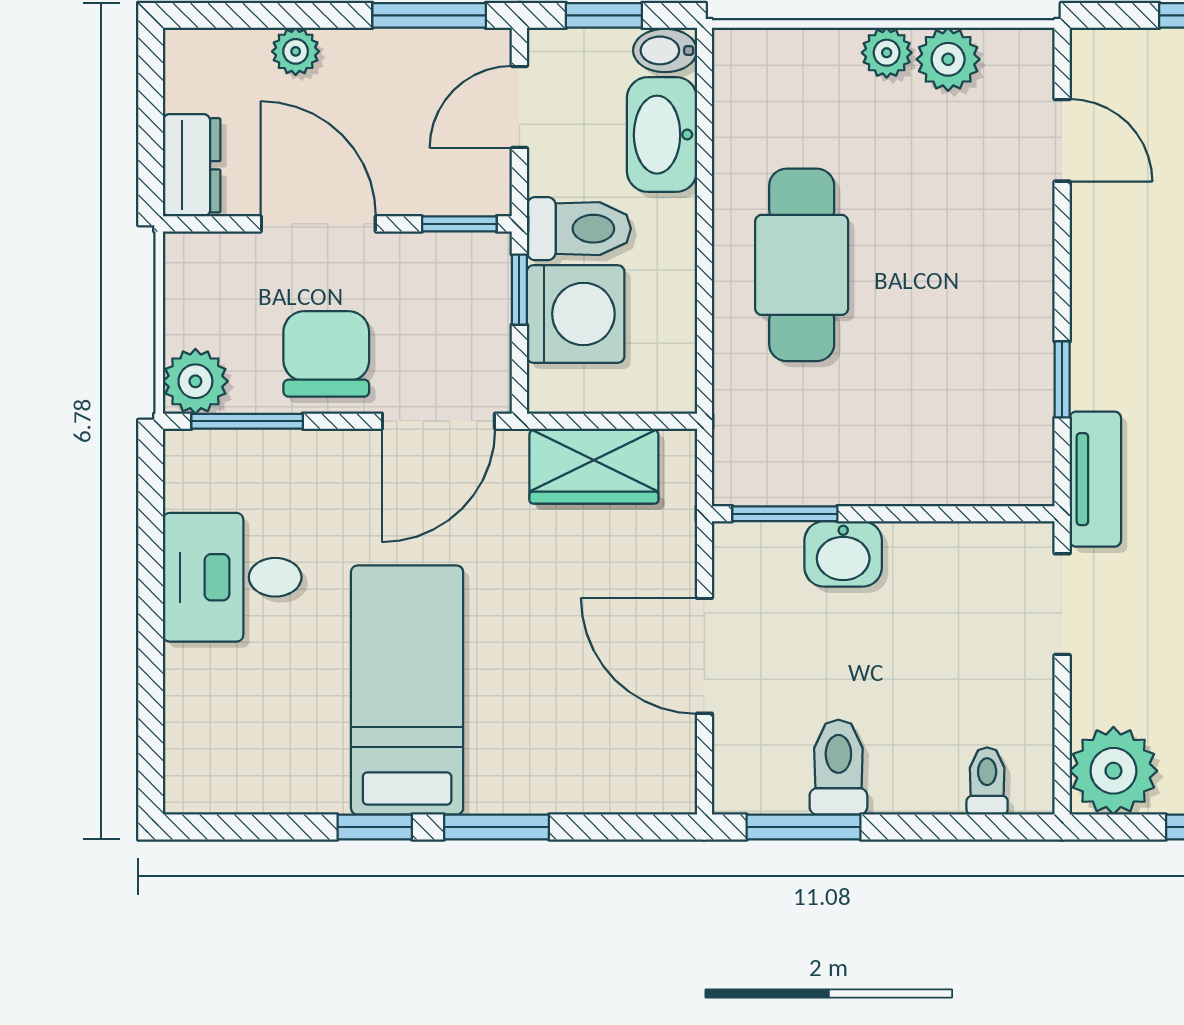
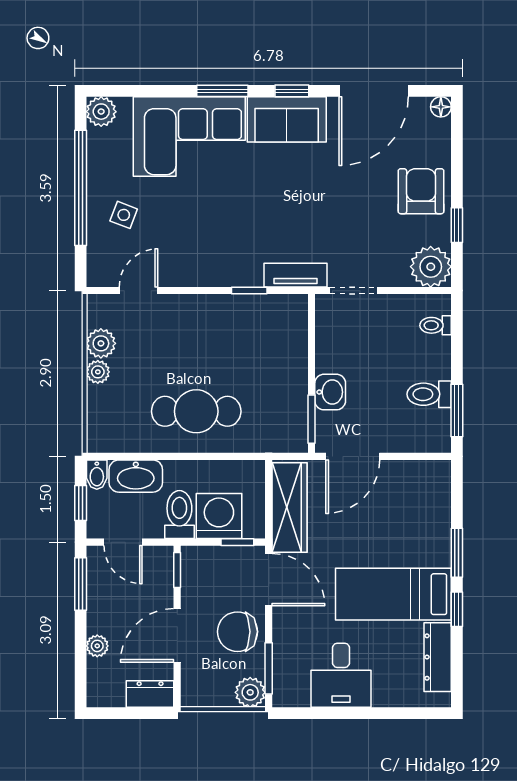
window: (519, 290) -> (237, 542), moved
wardrobe: (594, 466) -> (289, 508), width x1.50
door: (704, 656) -> (353, 456), moved
dresser: (272, 786) -> (438, 657), added

